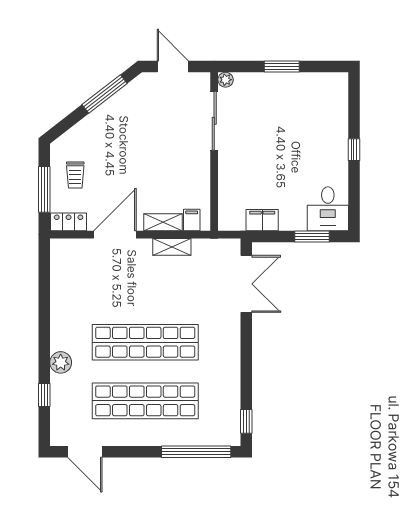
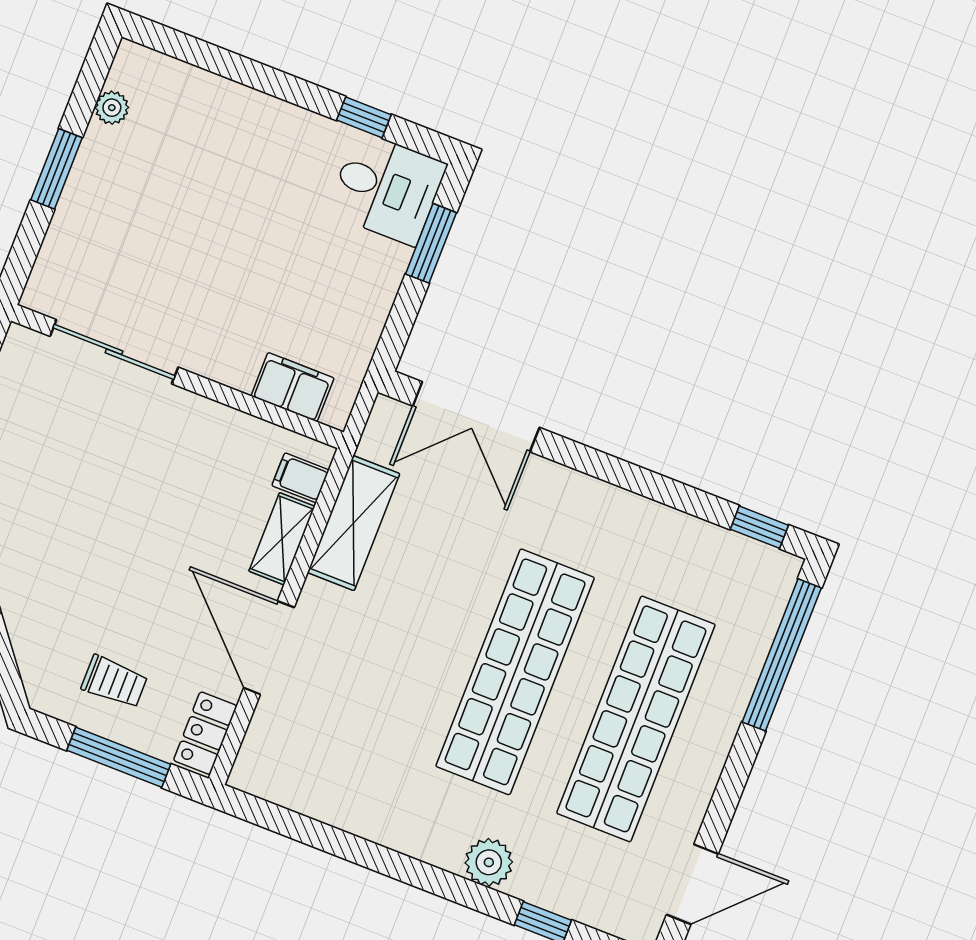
plant: (226, 80) -> (112, 108), moved
window: (354, 150) -> (364, 117), moved
filing cabinet: (262, 220) -> (293, 387), moved, turned 90
shelving: (172, 247) -> (354, 523), width x1.50, depth x1.33
double door: (246, 284) -> (476, 417), swing flipped

